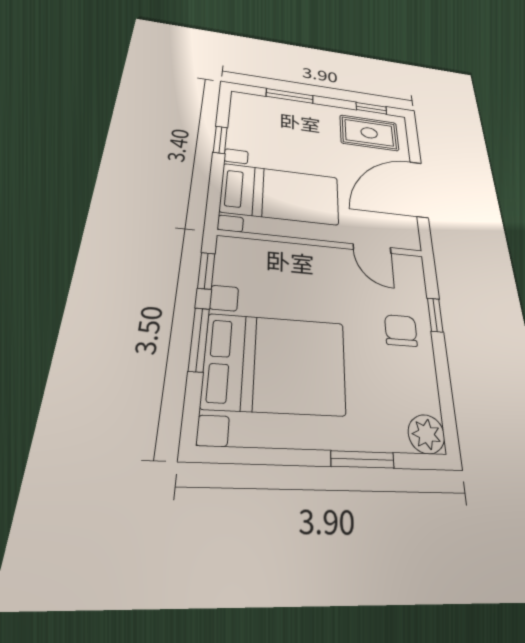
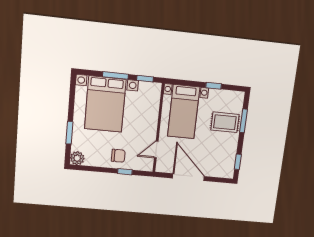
rug: (369, 133) -> (225, 122), moved, turned 90

